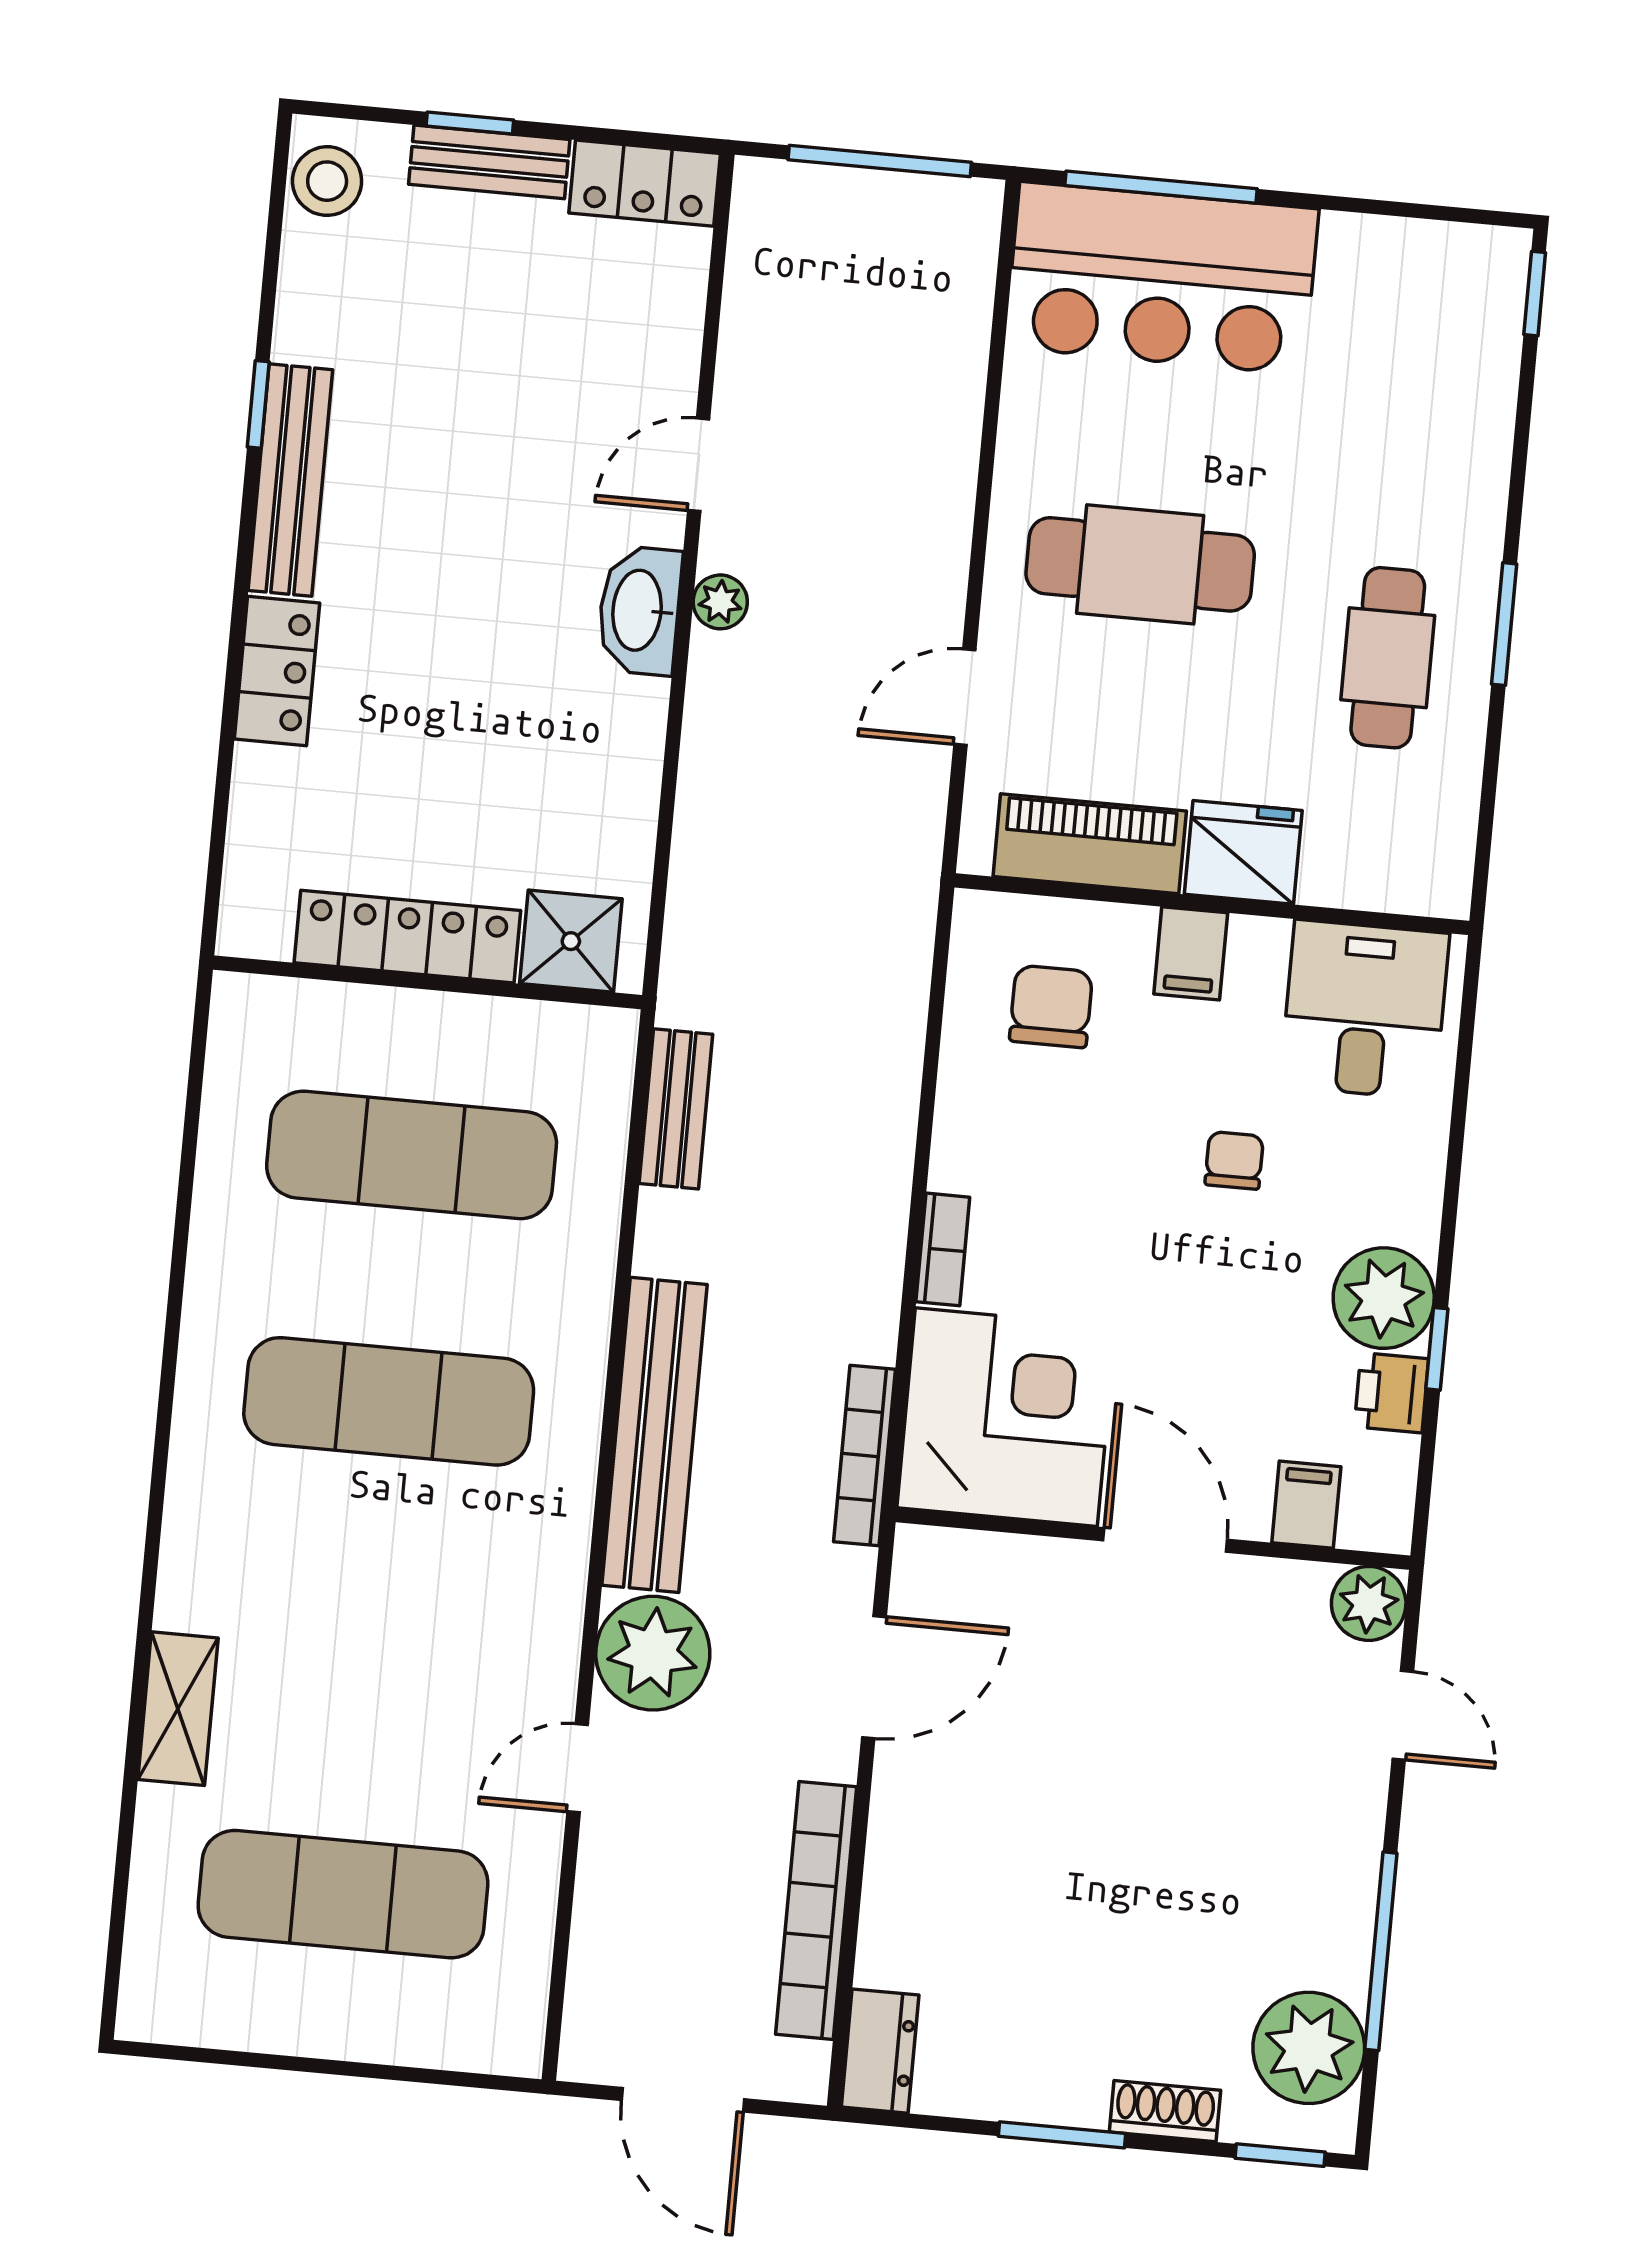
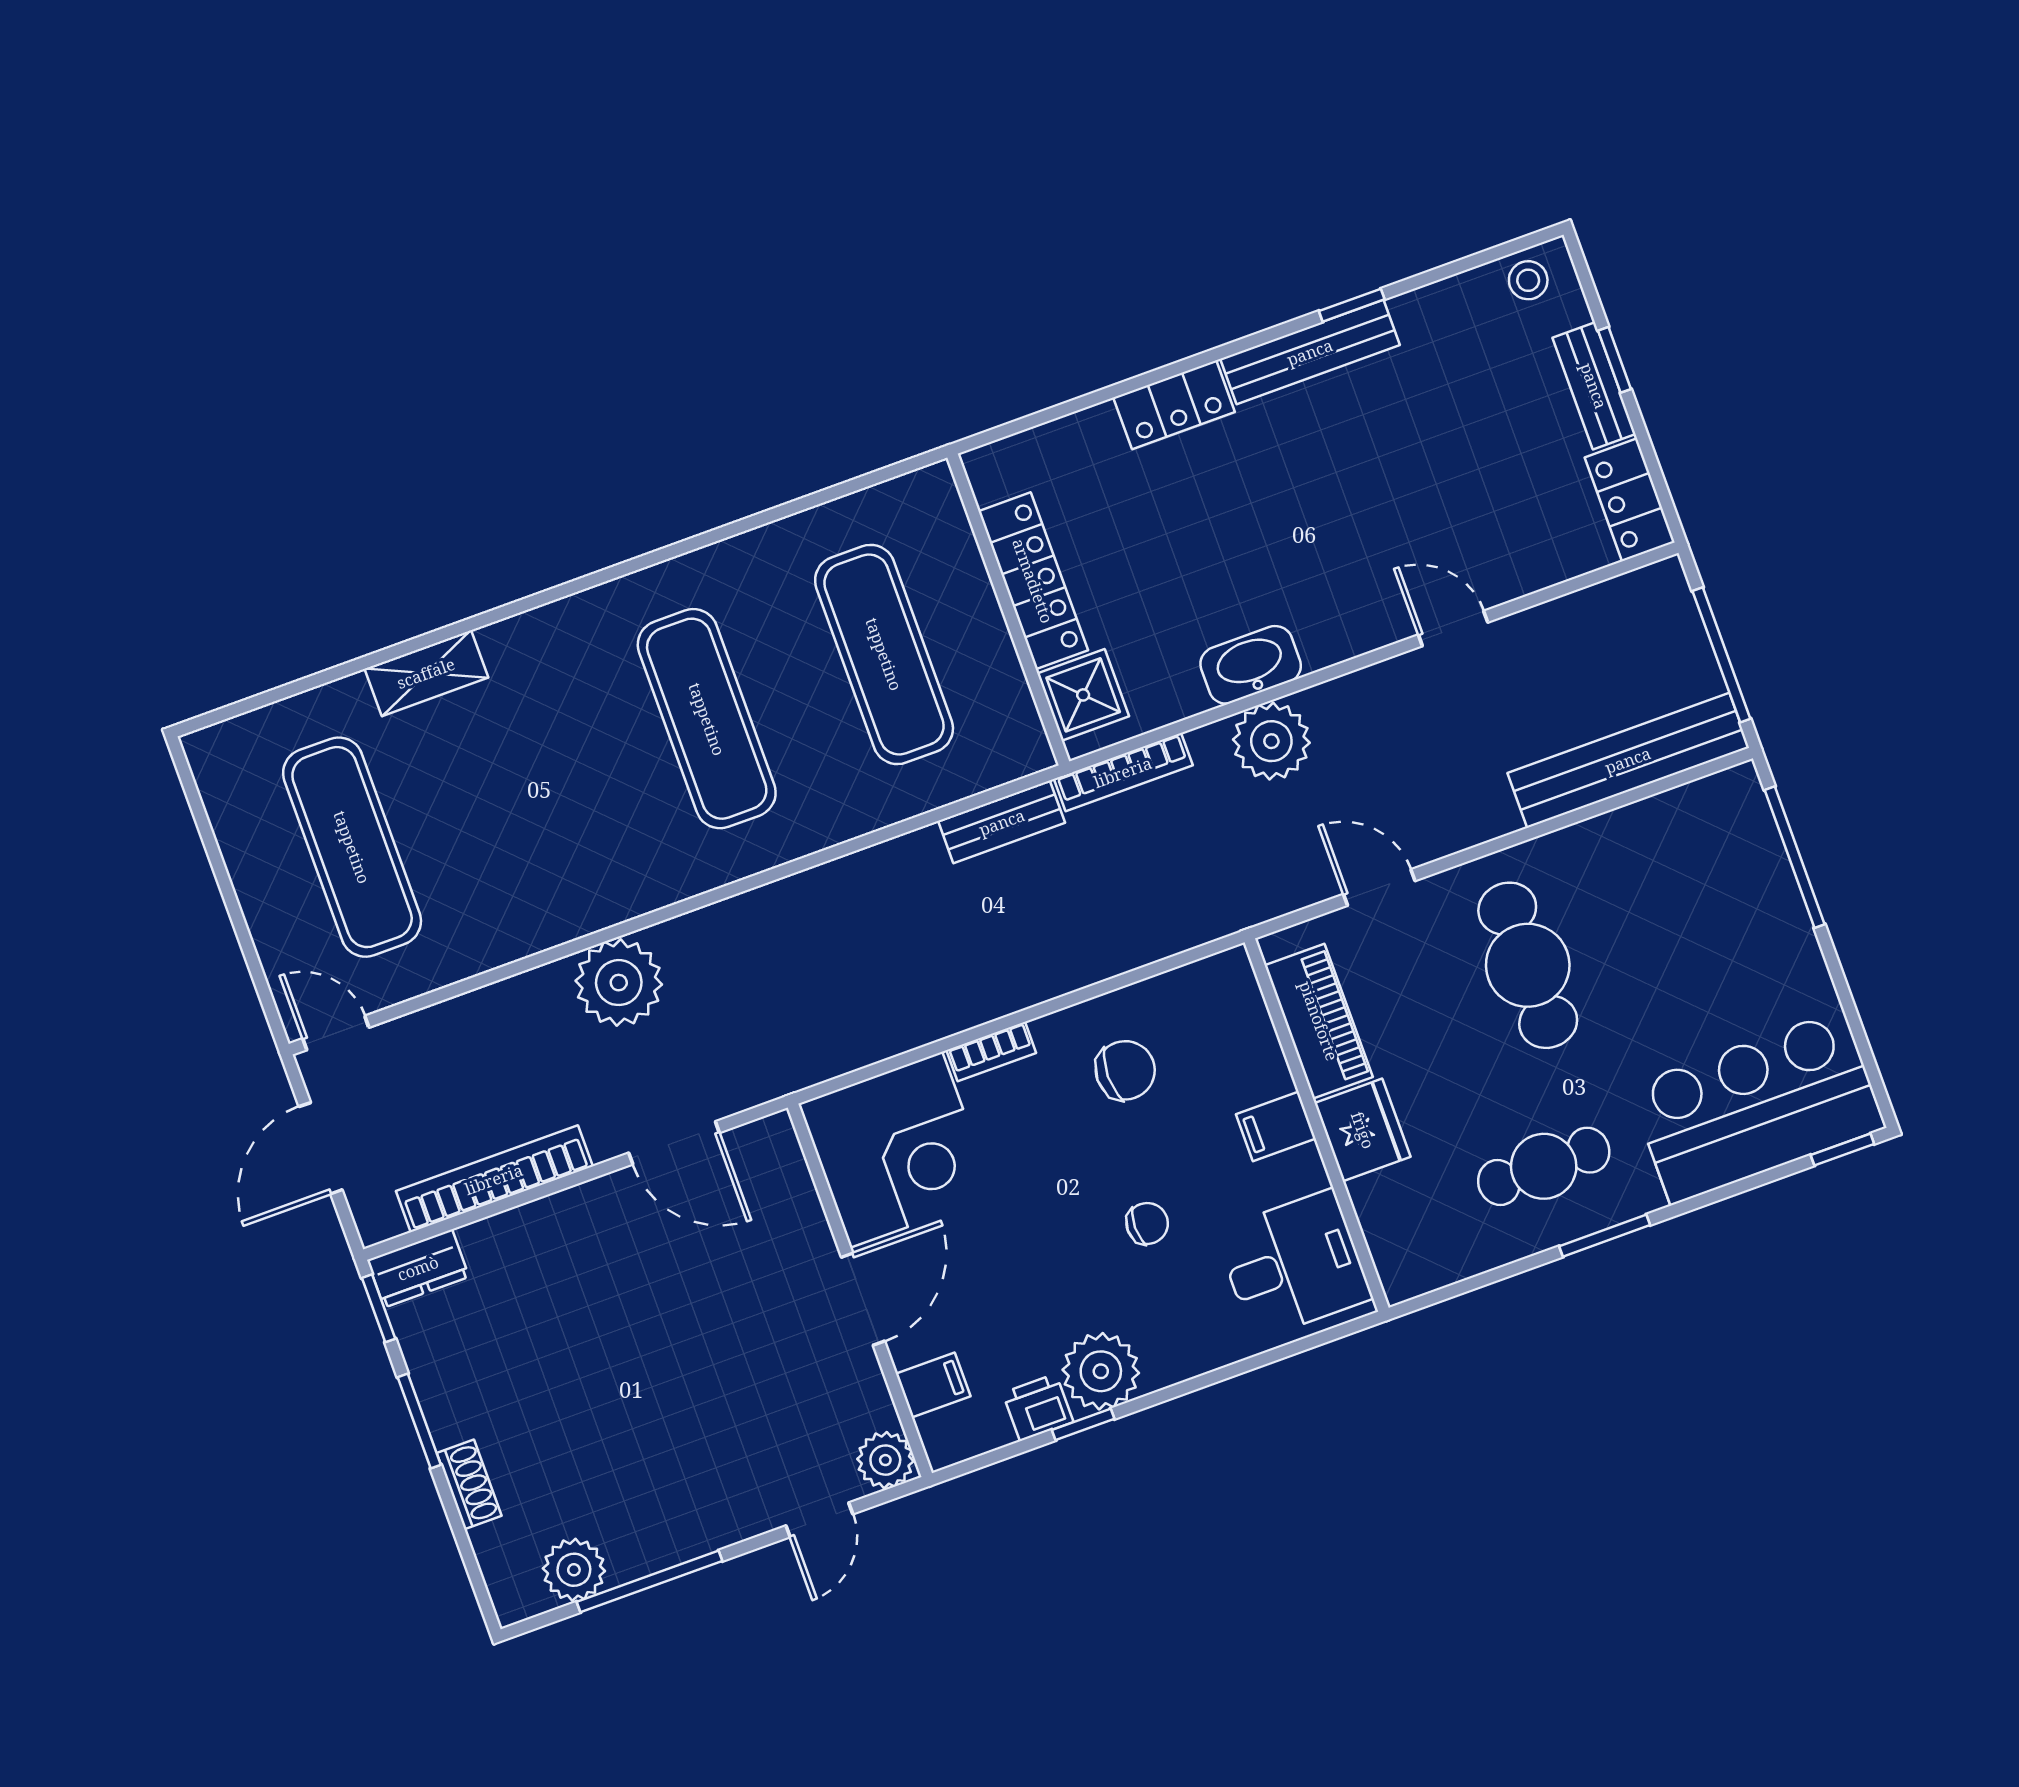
stool: (327, 181) -> (1528, 280), width x0.73, depth x0.73
bar counter: (1162, 278) -> (1757, 1107), moved, turned 90
plant: (720, 602) -> (1271, 741), moved, width x1.88, depth x1.88
washbasin: (639, 610) -> (1251, 665), moved
chair: (1051, 1006) -> (1125, 1070), moved
bench: (654, 1435) -> (1628, 760), moved
bookcase: (865, 1456) -> (1123, 772), moved, turned 180
door: (578, 1768) -> (336, 1033), moved
plant: (1309, 2048) -> (574, 1570), width x0.73, depth x0.73
window: (1280, 2155) -> (379, 1308), moved

